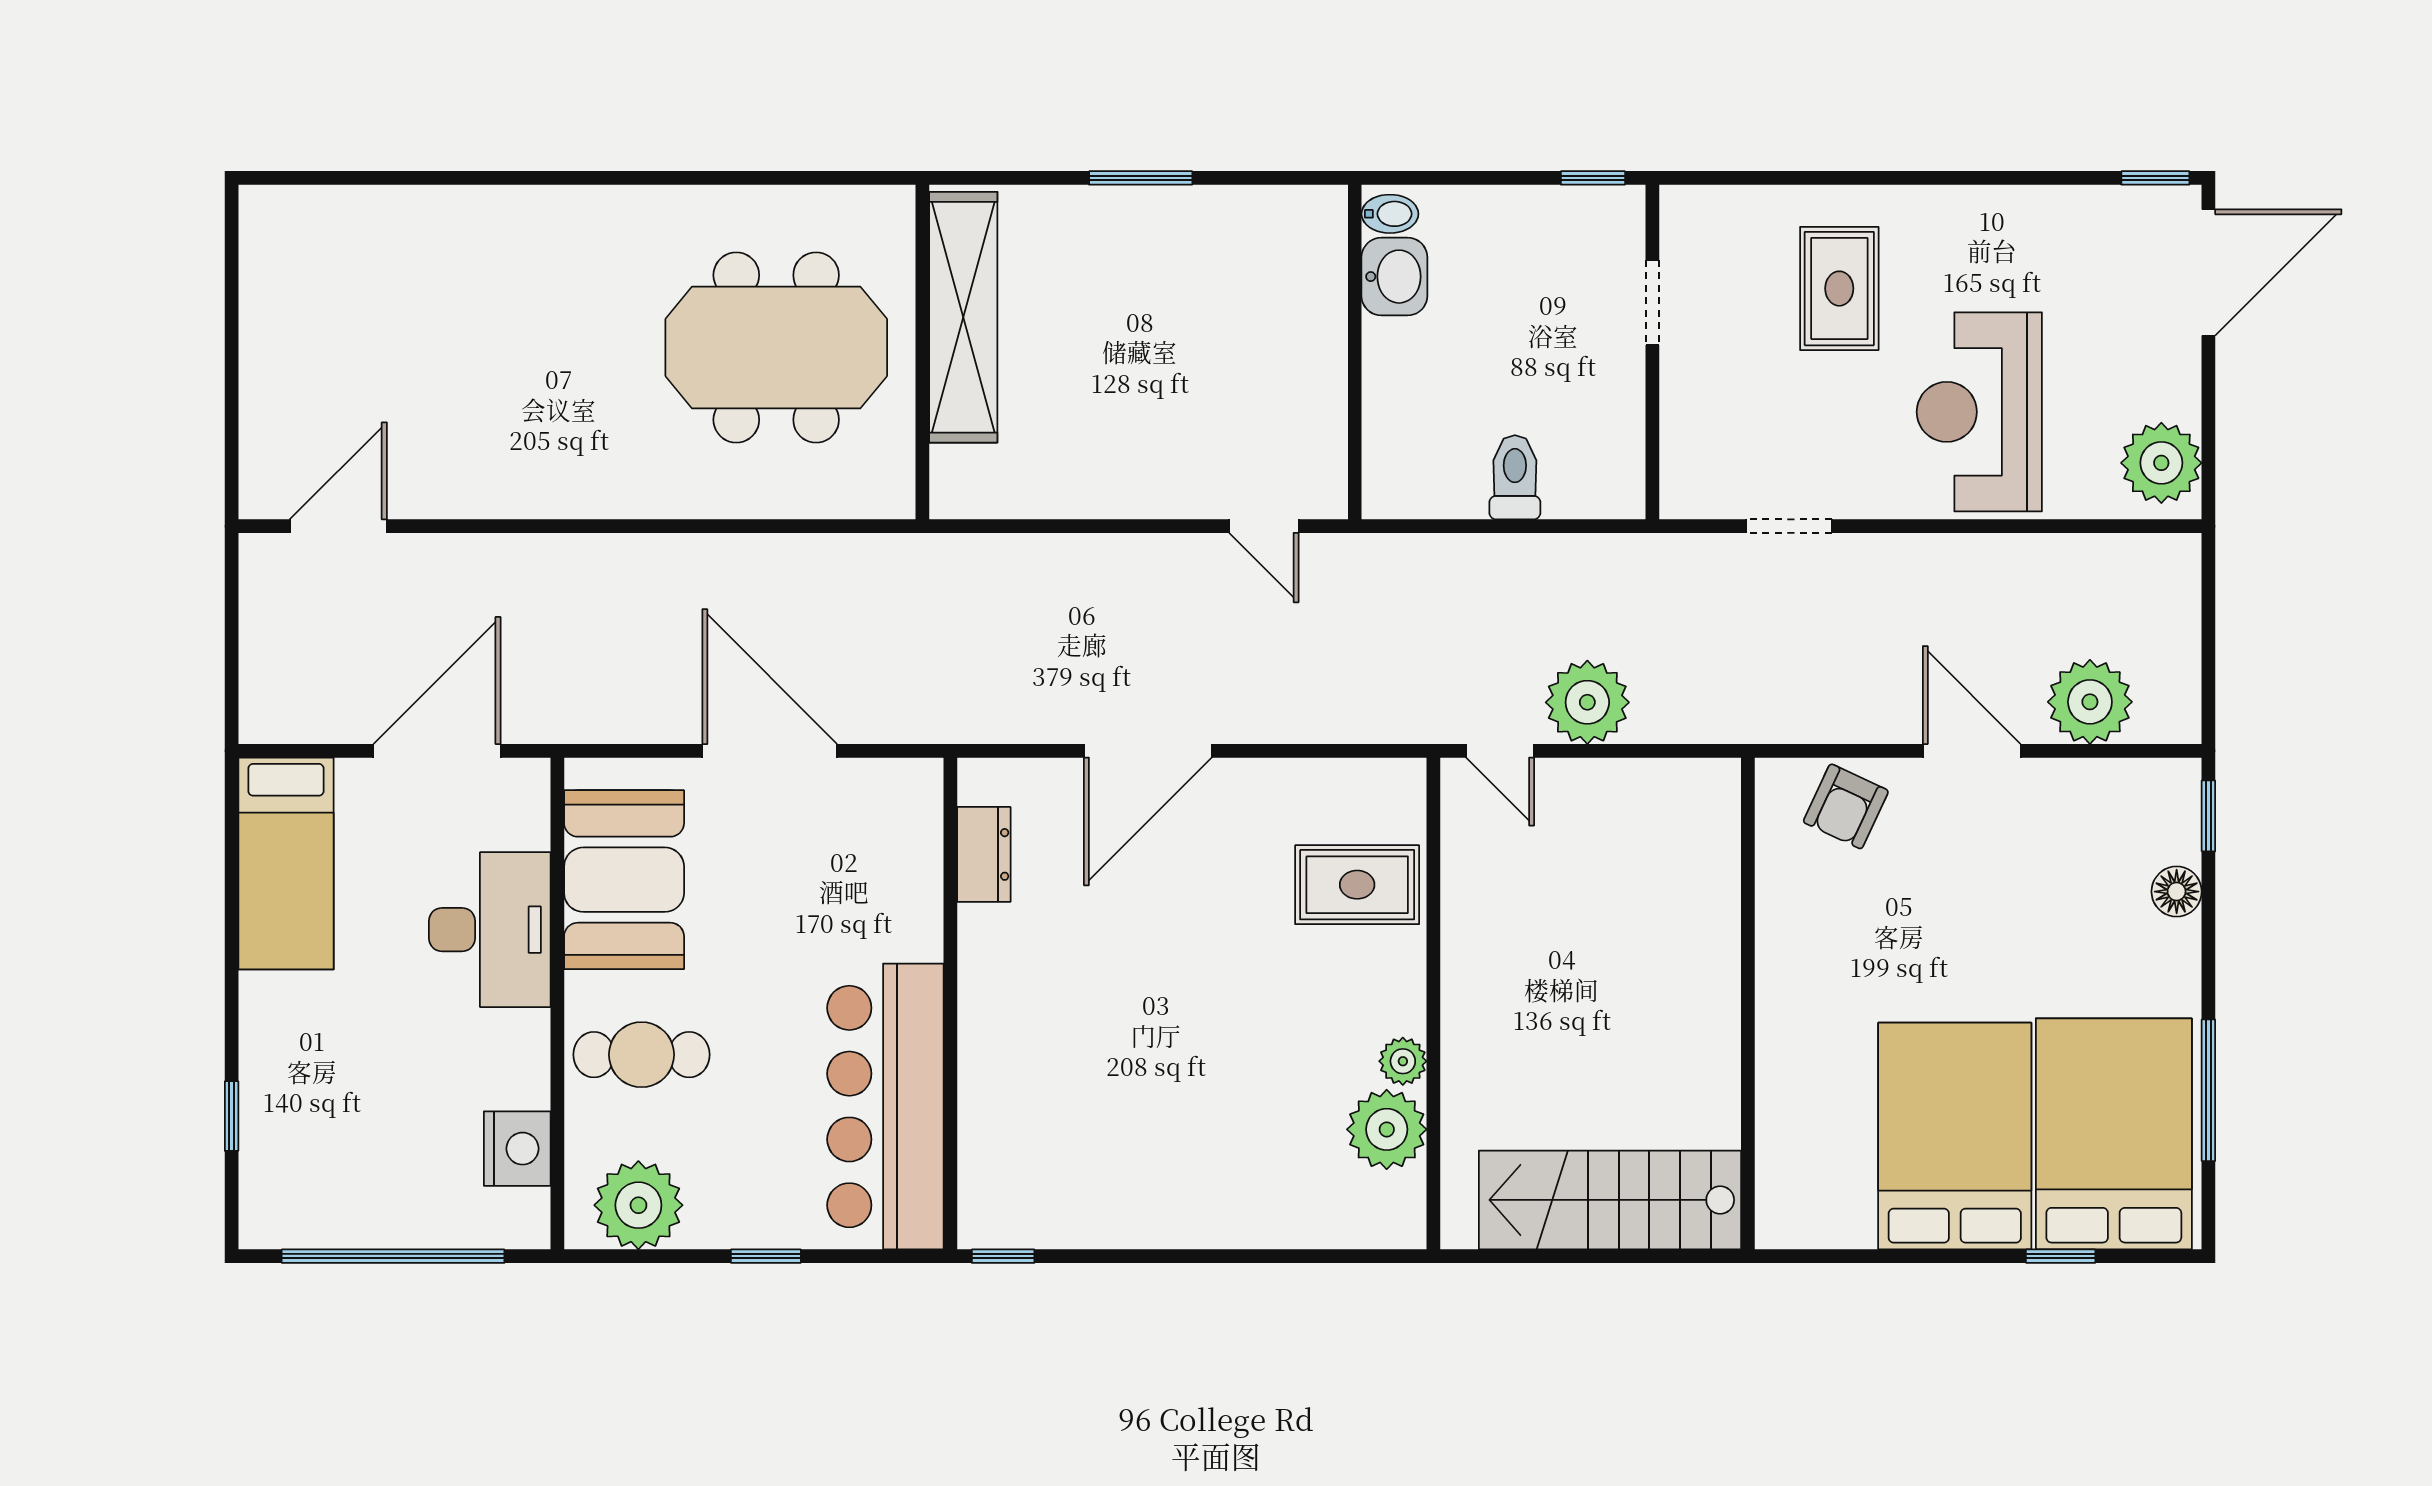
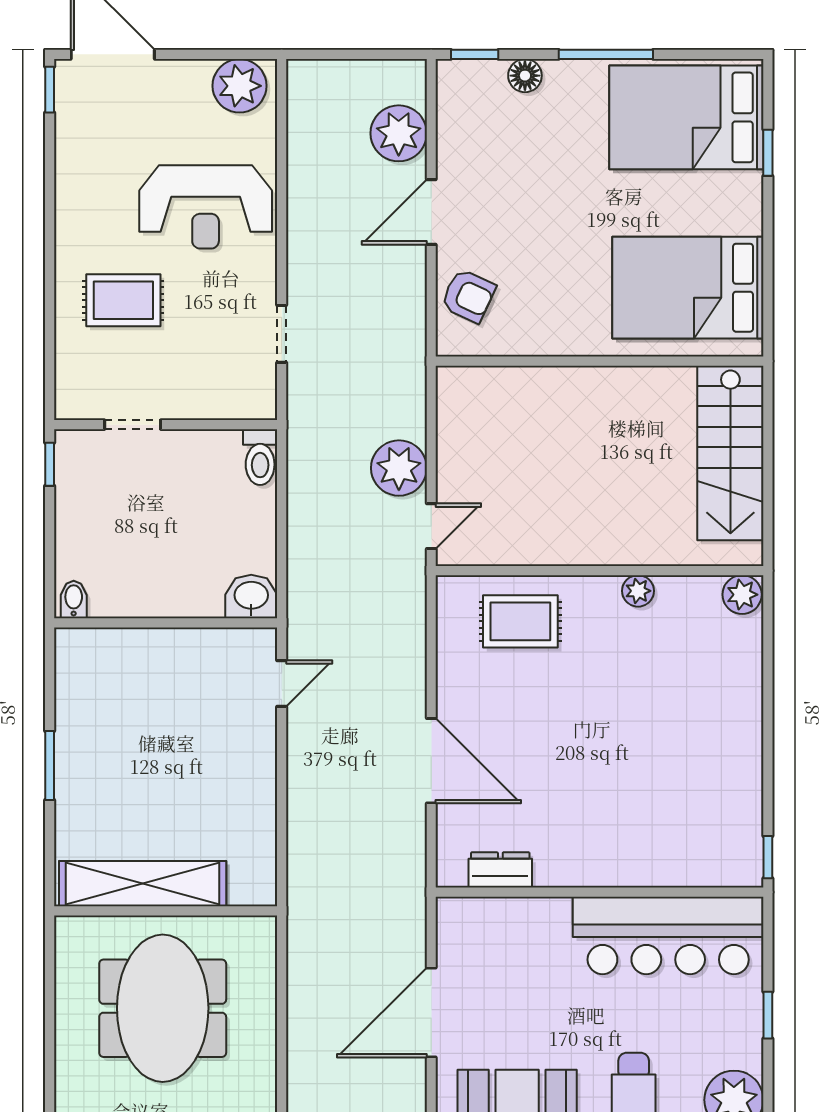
washbasin: (1394, 277) -> (251, 597), moved
toilet: (1515, 477) -> (260, 457), moved, turned -90
rug: (1357, 885) -> (520, 621), turned 90
window: (2208, 1090) -> (606, 54), moved
plant: (1387, 1129) -> (742, 595), moved, width x0.73, depth x0.73
bed: (1955, 1136) -> (688, 288), moved

